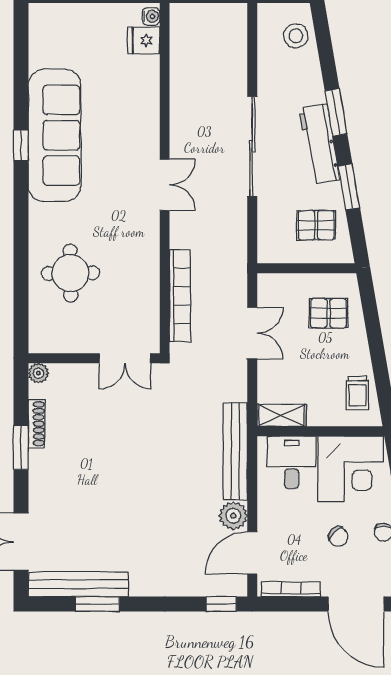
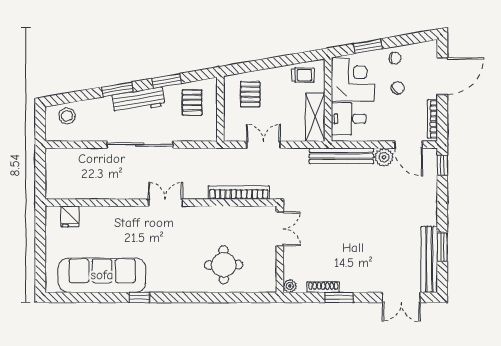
water cooler: (151, 16) -> (54, 212), removed
sofa: (55, 135) -> (102, 275), moved
shelving: (282, 415) -> (315, 117), width x1.50, depth x1.33

